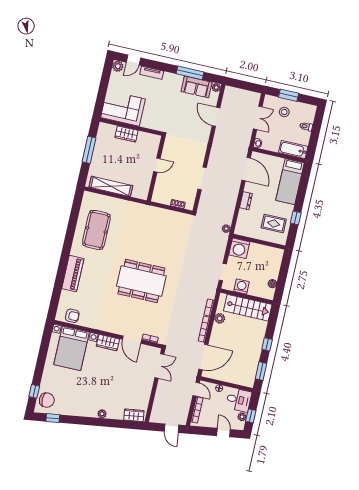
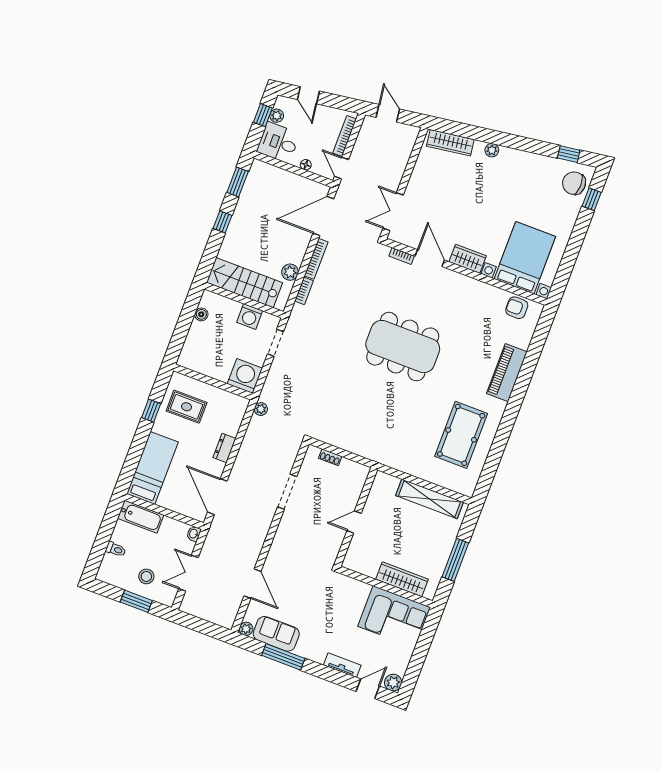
wardrobe: (126, 134) -> (402, 579), width x1.50
wardrobe: (134, 415) -> (450, 143), width x1.50

